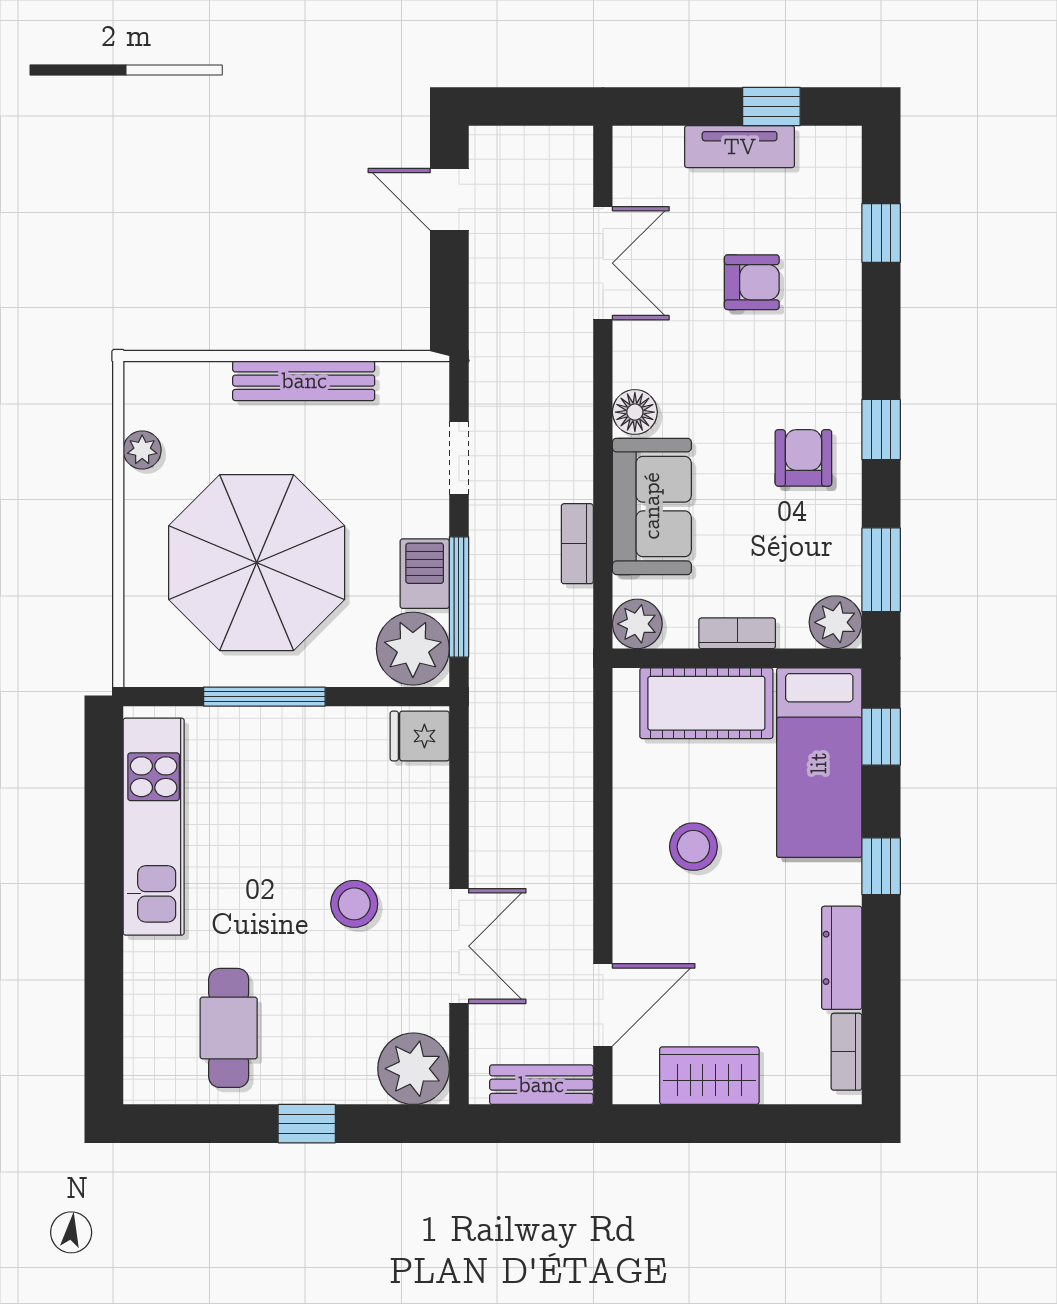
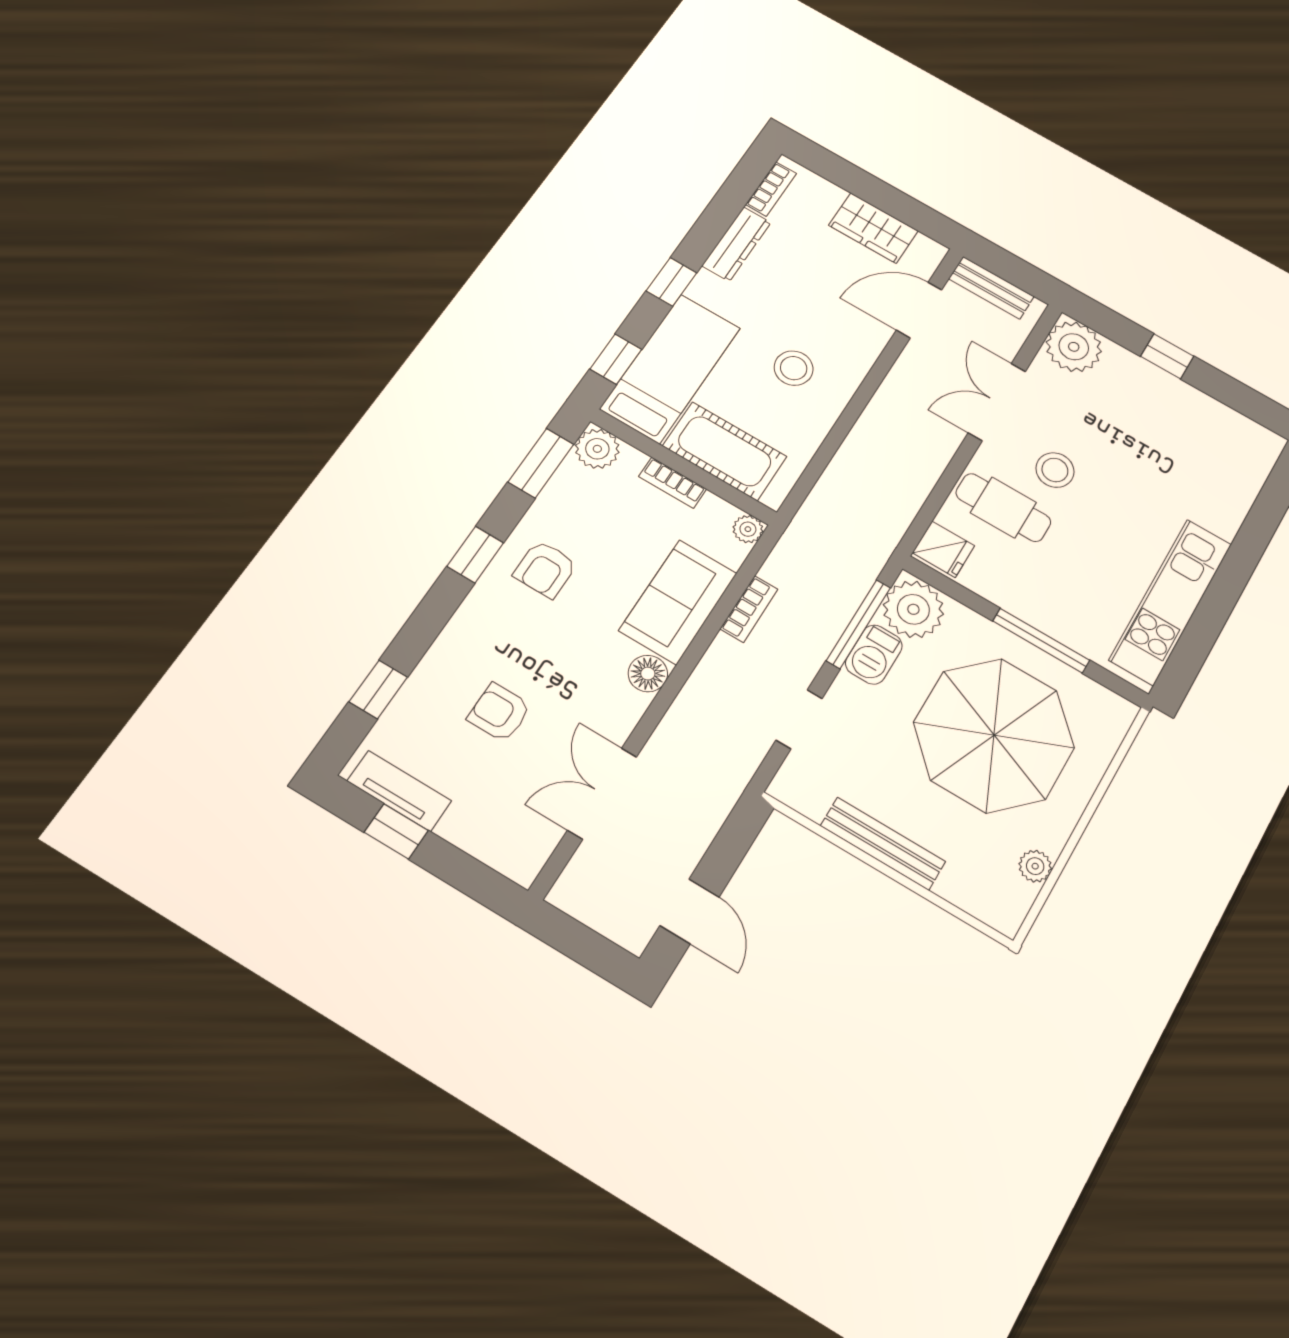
tv unit: (740, 147) -> (399, 791), moved
plant: (637, 624) -> (748, 529), width x0.73, depth x0.73
cafe table: (229, 1028) -> (1003, 508), moved, turned 90

